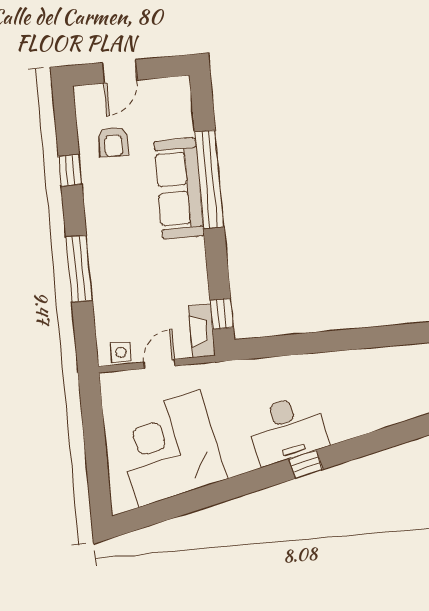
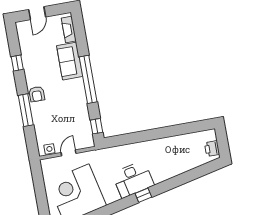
armchair: (113, 142) -> (37, 94), moved
window: (209, 179) -> (88, 79), moved
sofa: (179, 188) -> (70, 61), width x0.73
fireplace: (202, 331) -> (69, 30), moved

